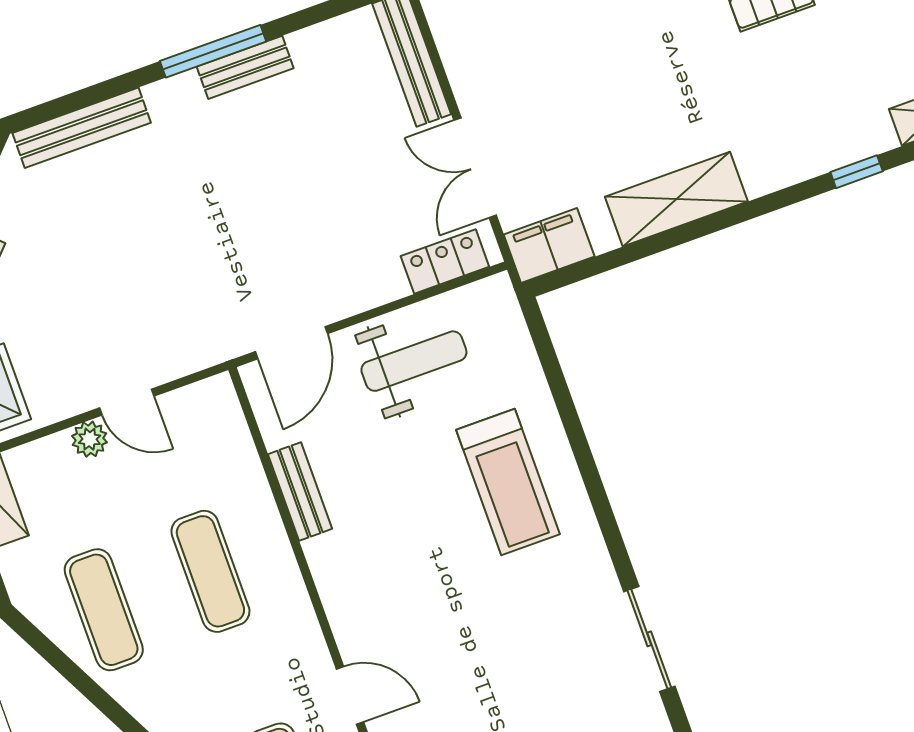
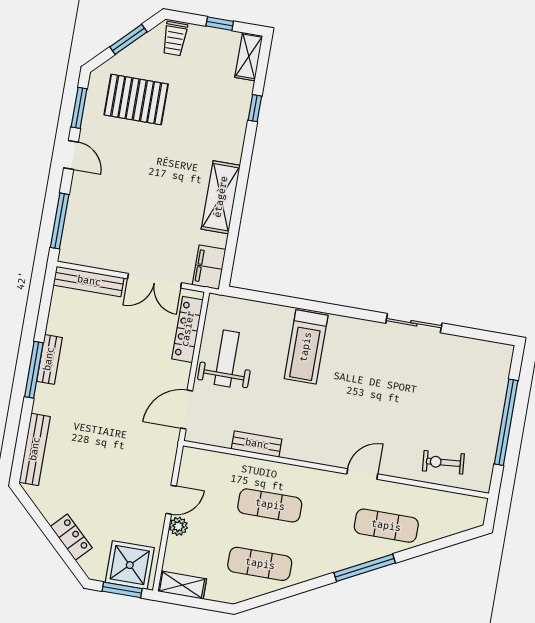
locker: (445, 261) -> (188, 329), width x1.53
door: (291, 343) -> (187, 410), swing flipped
treadmill: (508, 482) -> (306, 347), turned 90

